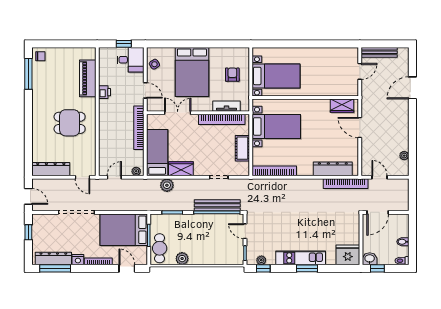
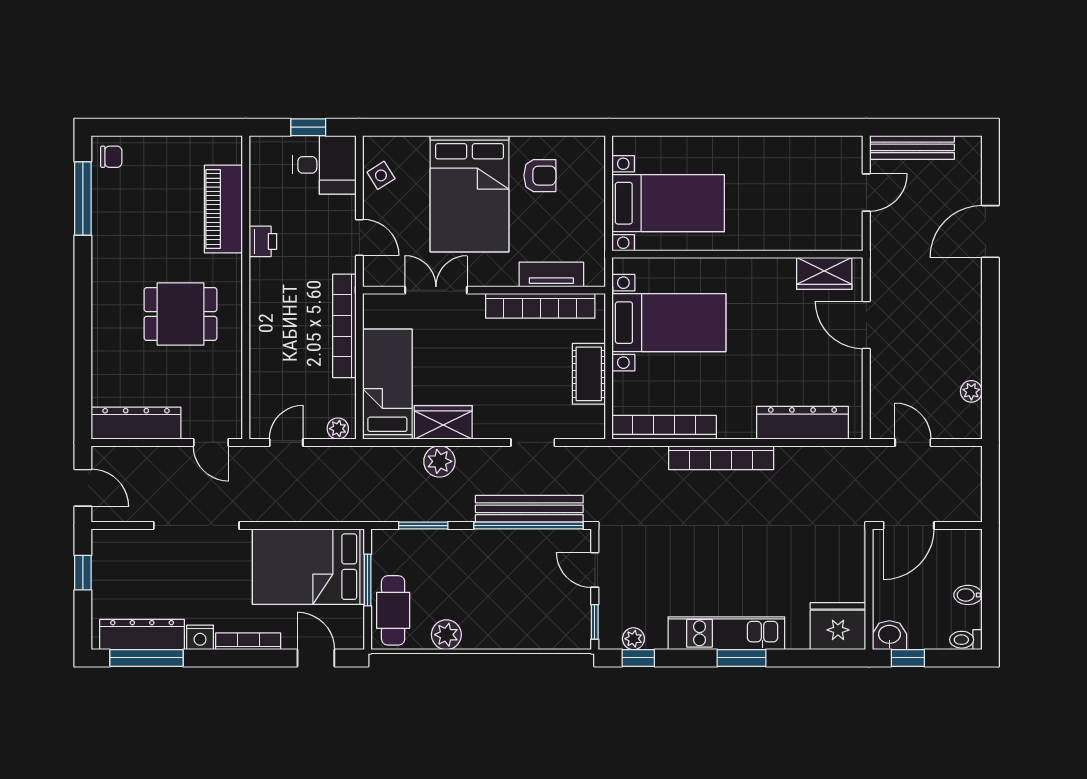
armchair: (232, 75) -> (540, 176), moved, turned 90
bookcase: (346, 184) -> (721, 458), moved
plant: (167, 185) -> (439, 461), moved

